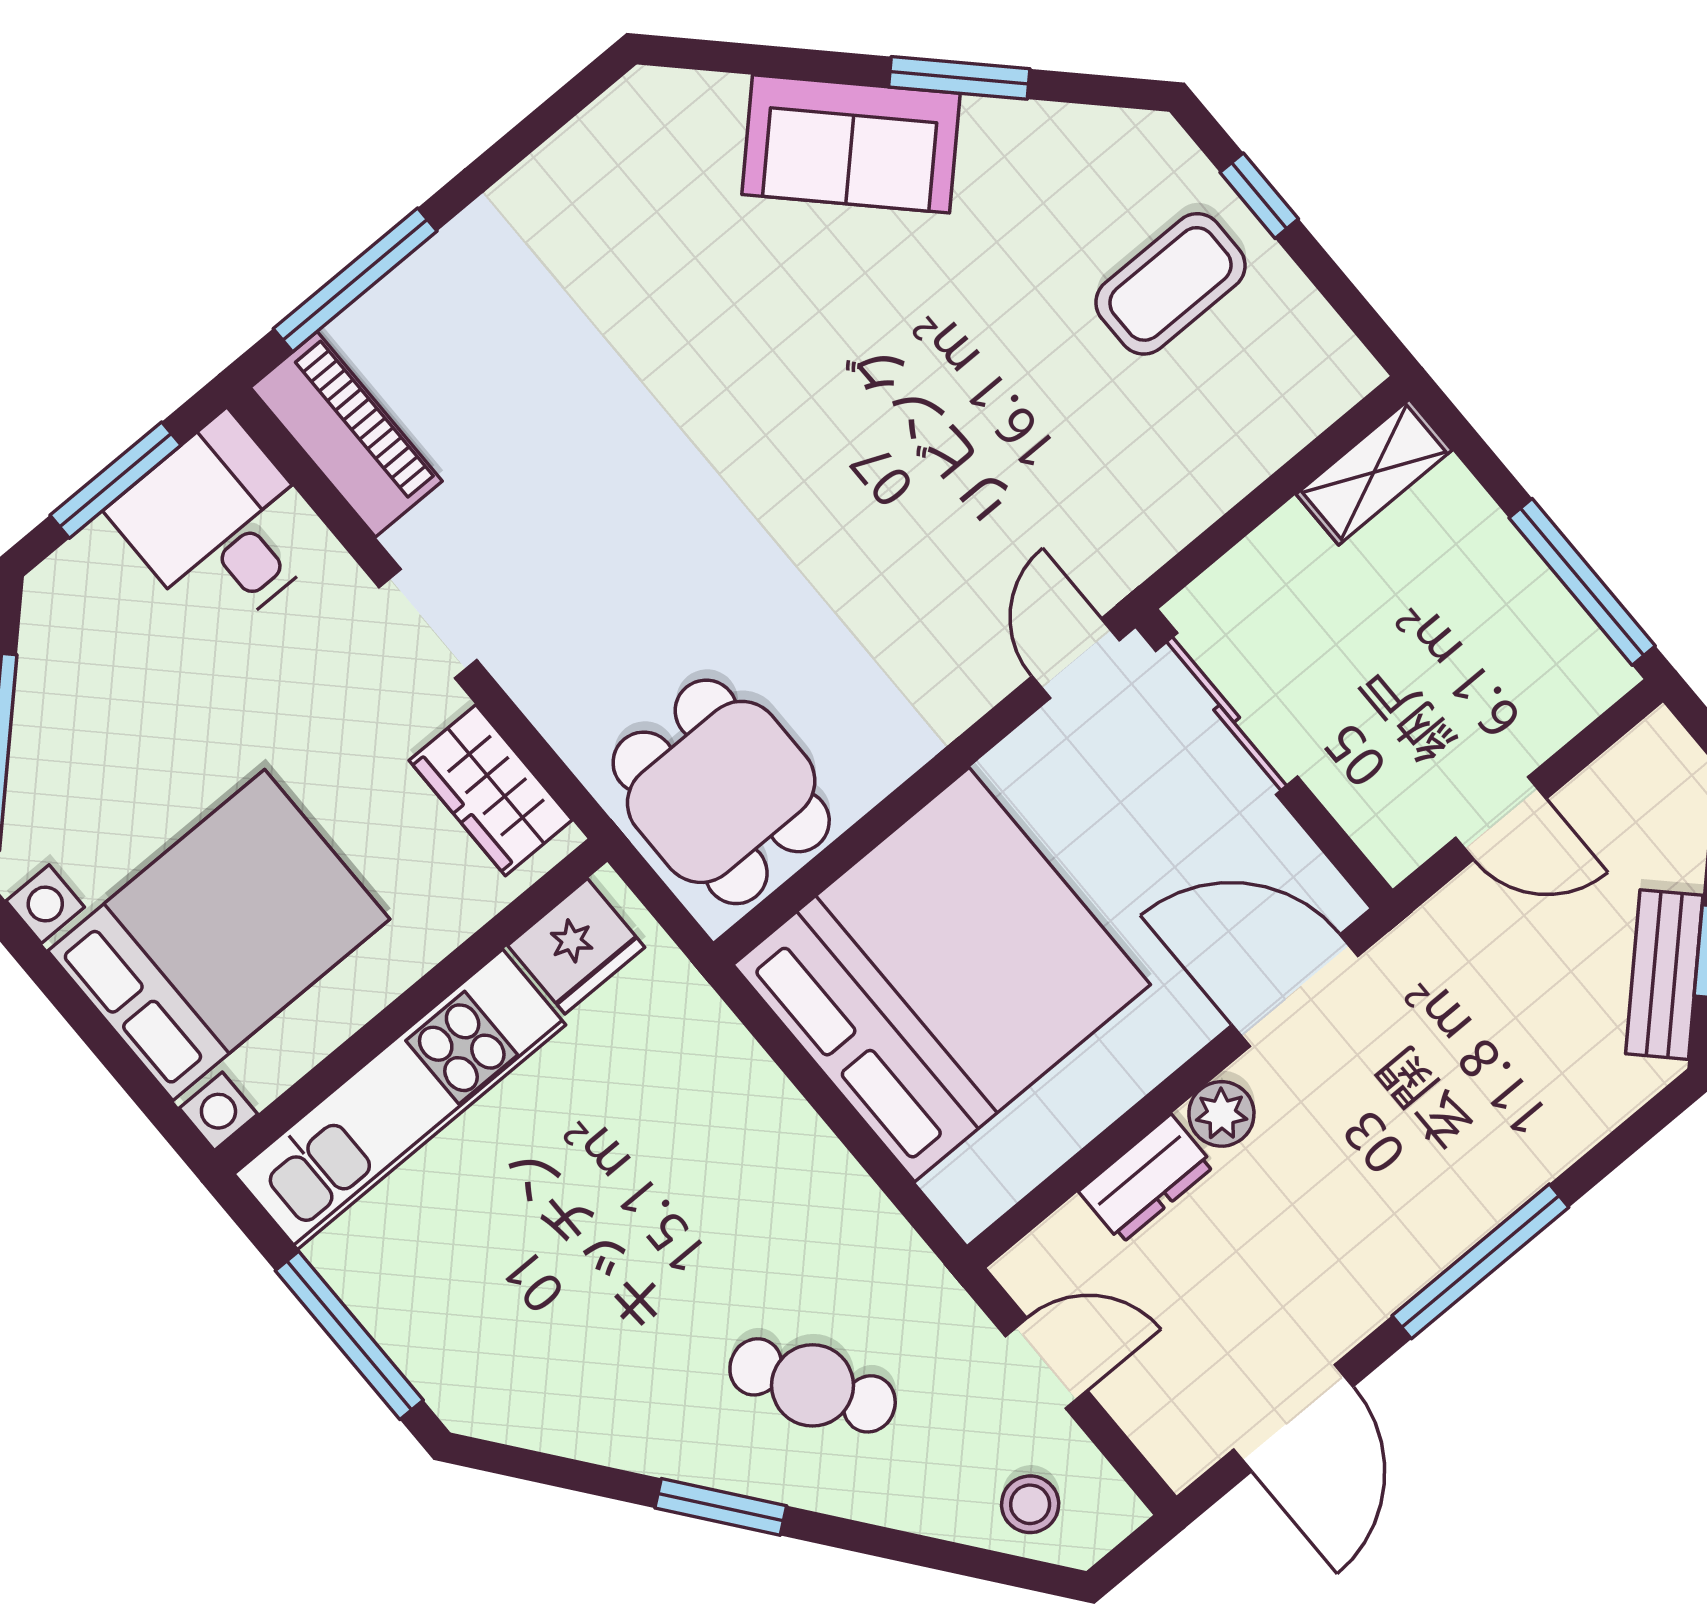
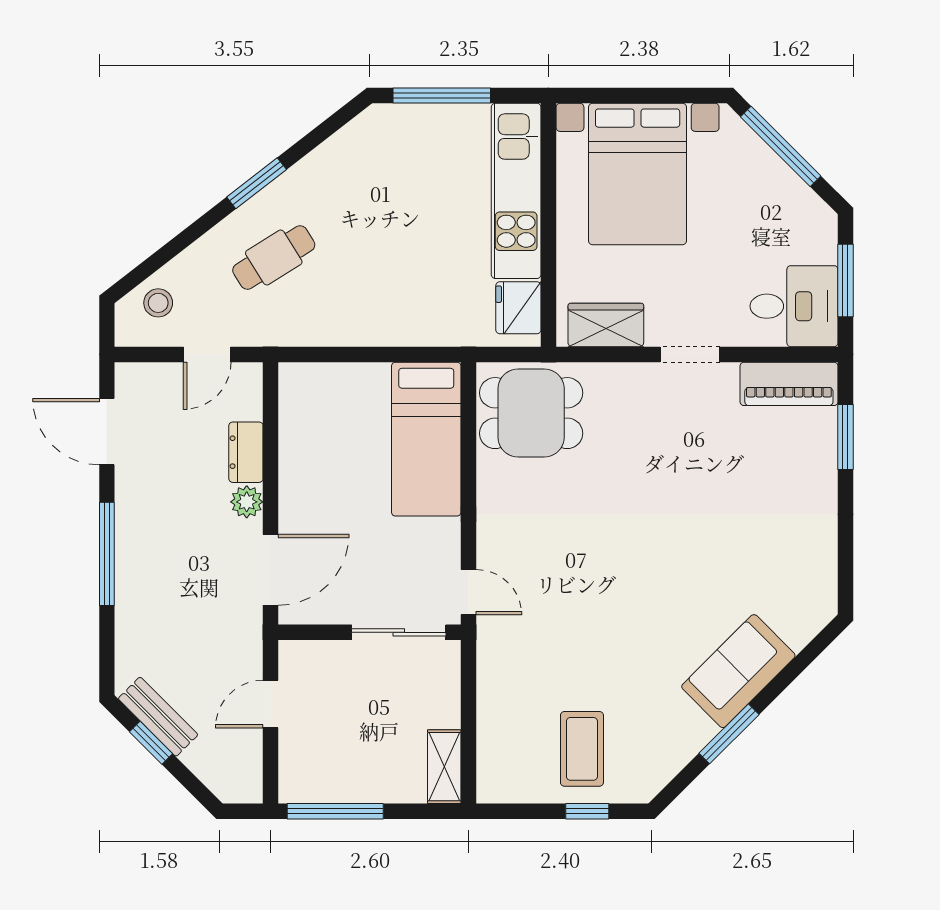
window: (355, 280) -> (845, 437), width x0.69
bed: (942, 975) -> (426, 439), width x0.49

